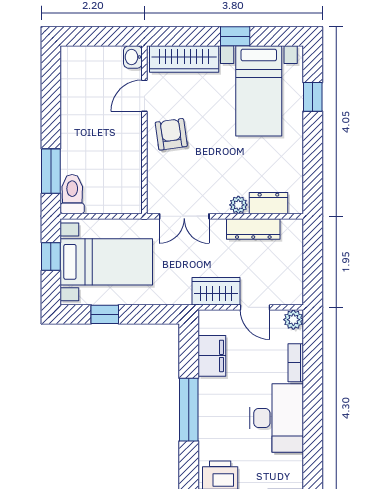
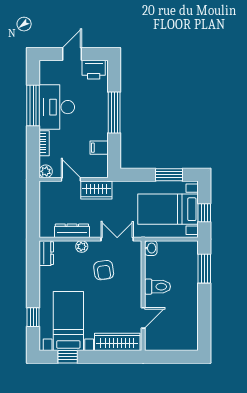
window: (235, 36) -> (68, 357), moved
washbasin: (133, 57) -> (151, 248), moved
armchair: (171, 134) -> (104, 270), moved
toilet: (72, 194) -> (158, 287), moved, turned -90
dresser: (268, 203) -> (46, 253), moved, turned -90
window: (105, 314) -> (169, 175), width x1.50
filing cabinet: (212, 356) -> (99, 148), width x0.50
window: (313, 420) -> (33, 106), added

